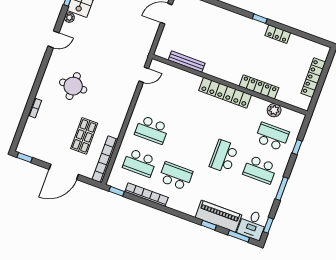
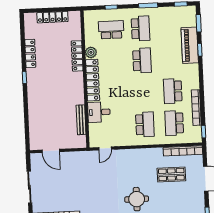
locker: (278, 34) -> (30, 53), width x1.53
door: (144, 75) -> (105, 148), swing flipped
plant: (274, 110) -> (91, 52), moved
school desk: (272, 137) -> (111, 30), turned 90
school desk: (224, 156) -> (142, 60), turned -90
school desk: (140, 163) -> (174, 123), turned 180
desk: (252, 225) -> (99, 112), moved, turned 180

